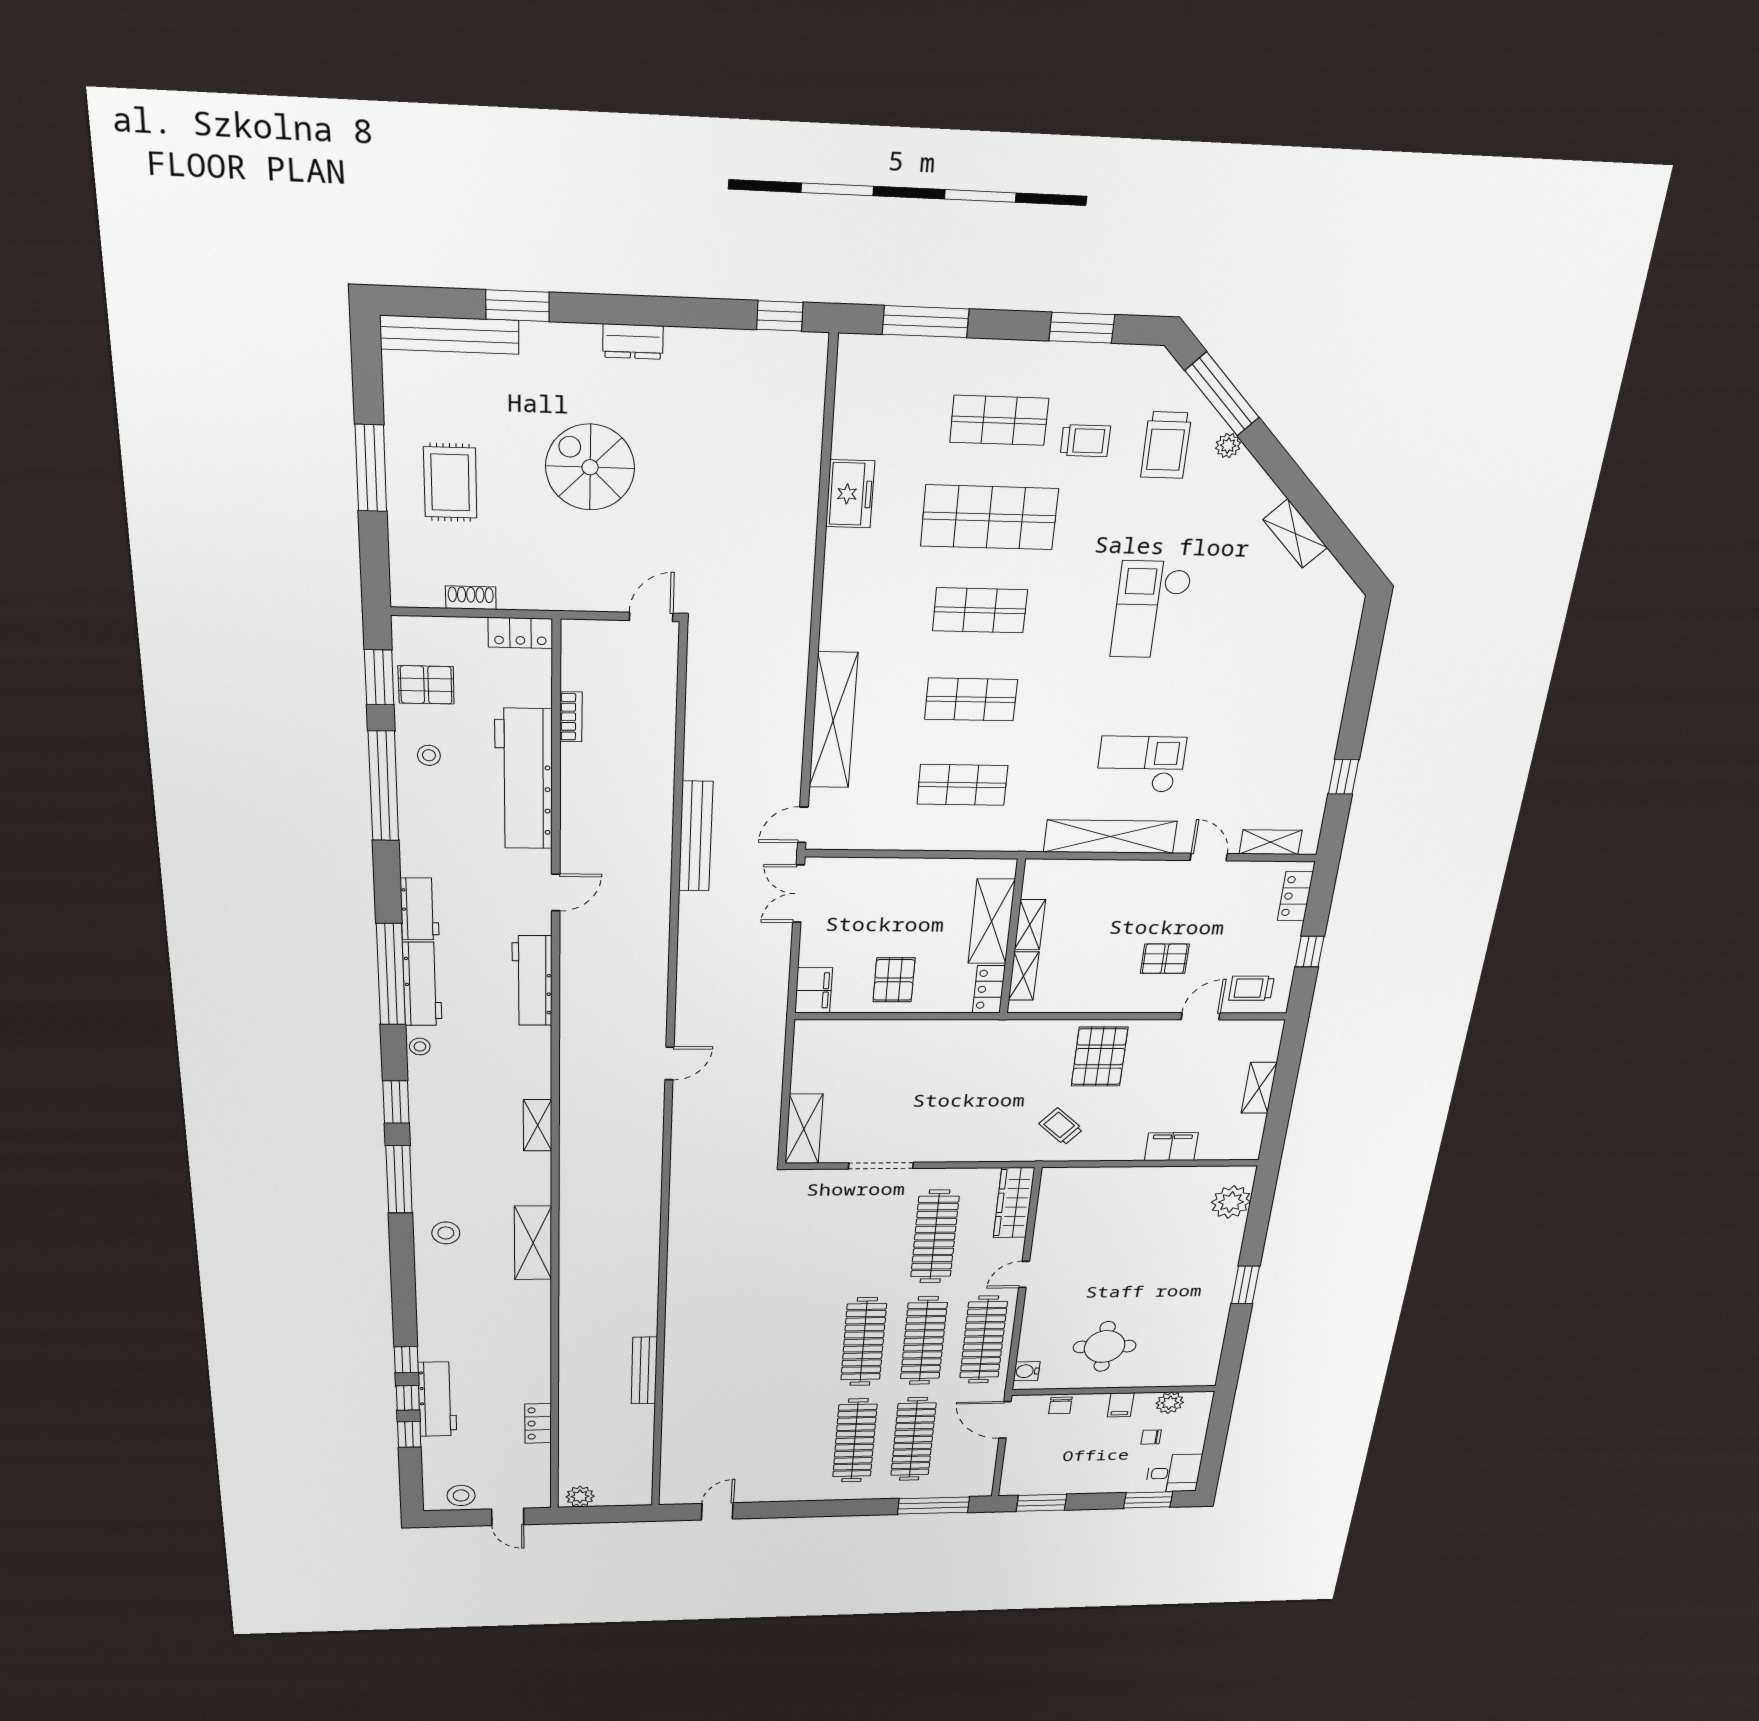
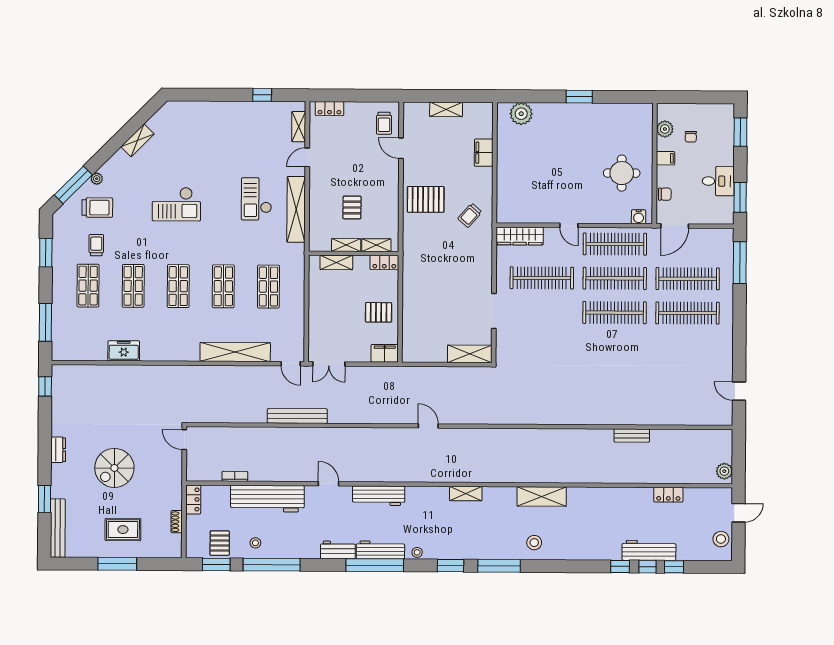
shop shelf: (989, 517) -> (133, 286), width x0.70, depth x0.74
shelving: (991, 921) -> (336, 262), width x0.67, depth x0.75
window: (1310, 952) -> (362, 95), removed
pallet: (1165, 959) -> (352, 207), moved
bench: (644, 1371) -> (632, 436), width x0.73
desk: (1173, 1473) -> (718, 181), moved, turned 90

